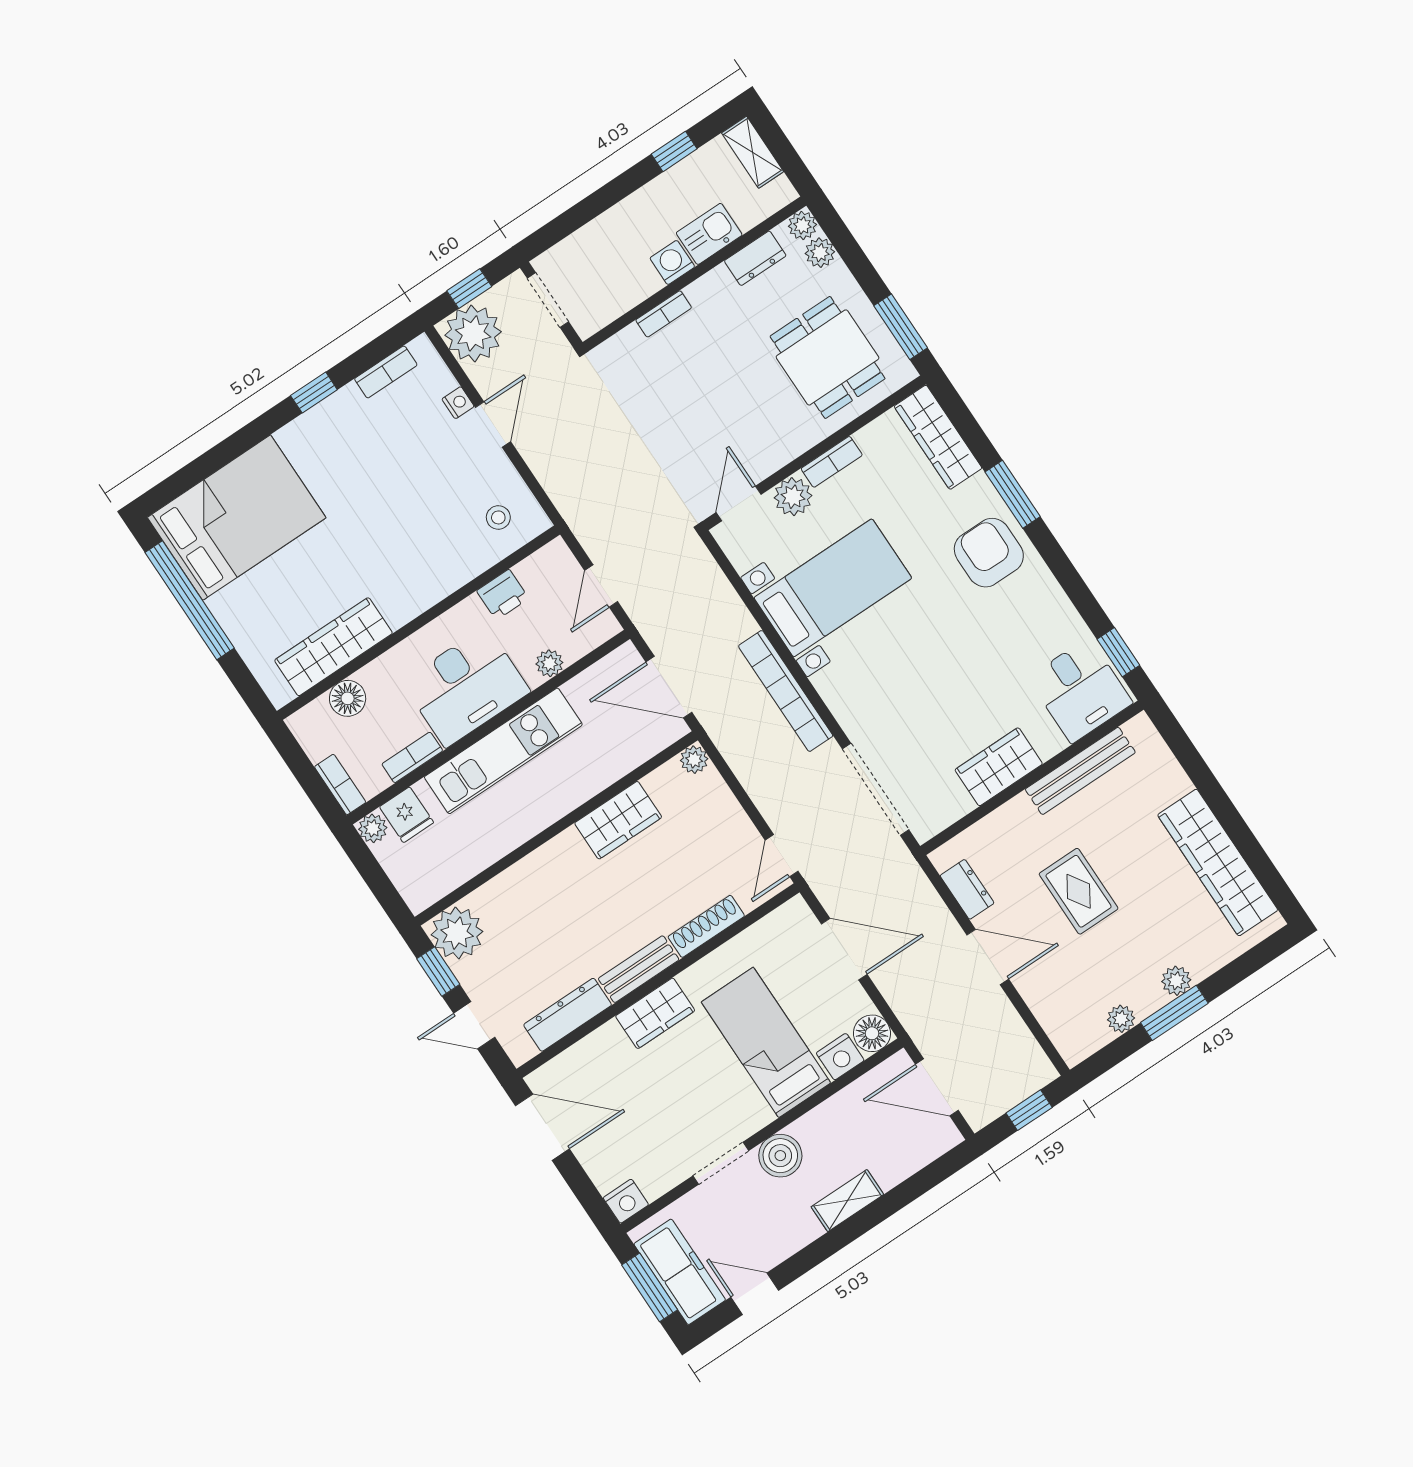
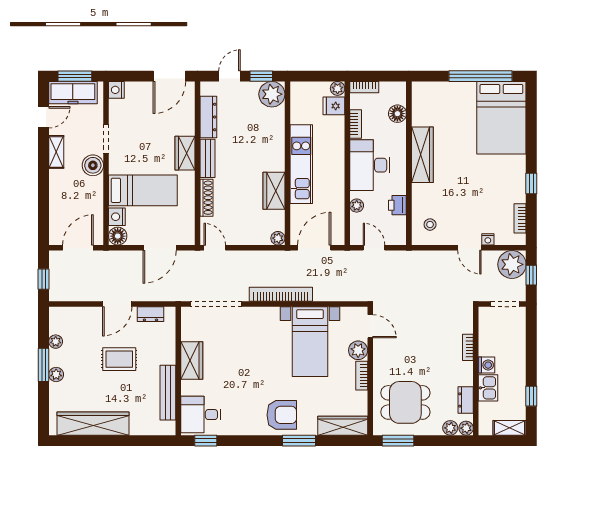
wardrobe: (333, 647) -> (422, 155), moved
kitchen unit: (503, 751) -> (301, 164), moved, turned 180
shelving: (847, 1201) -> (56, 152), moved

